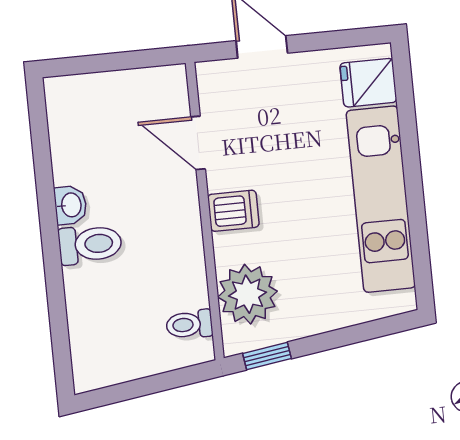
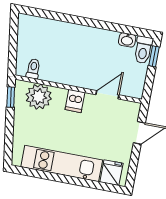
window: (82, 65) -> (154, 56), added
washbasin: (70, 205) -> (127, 40), moved
toilet: (90, 244) -> (143, 50), moved

